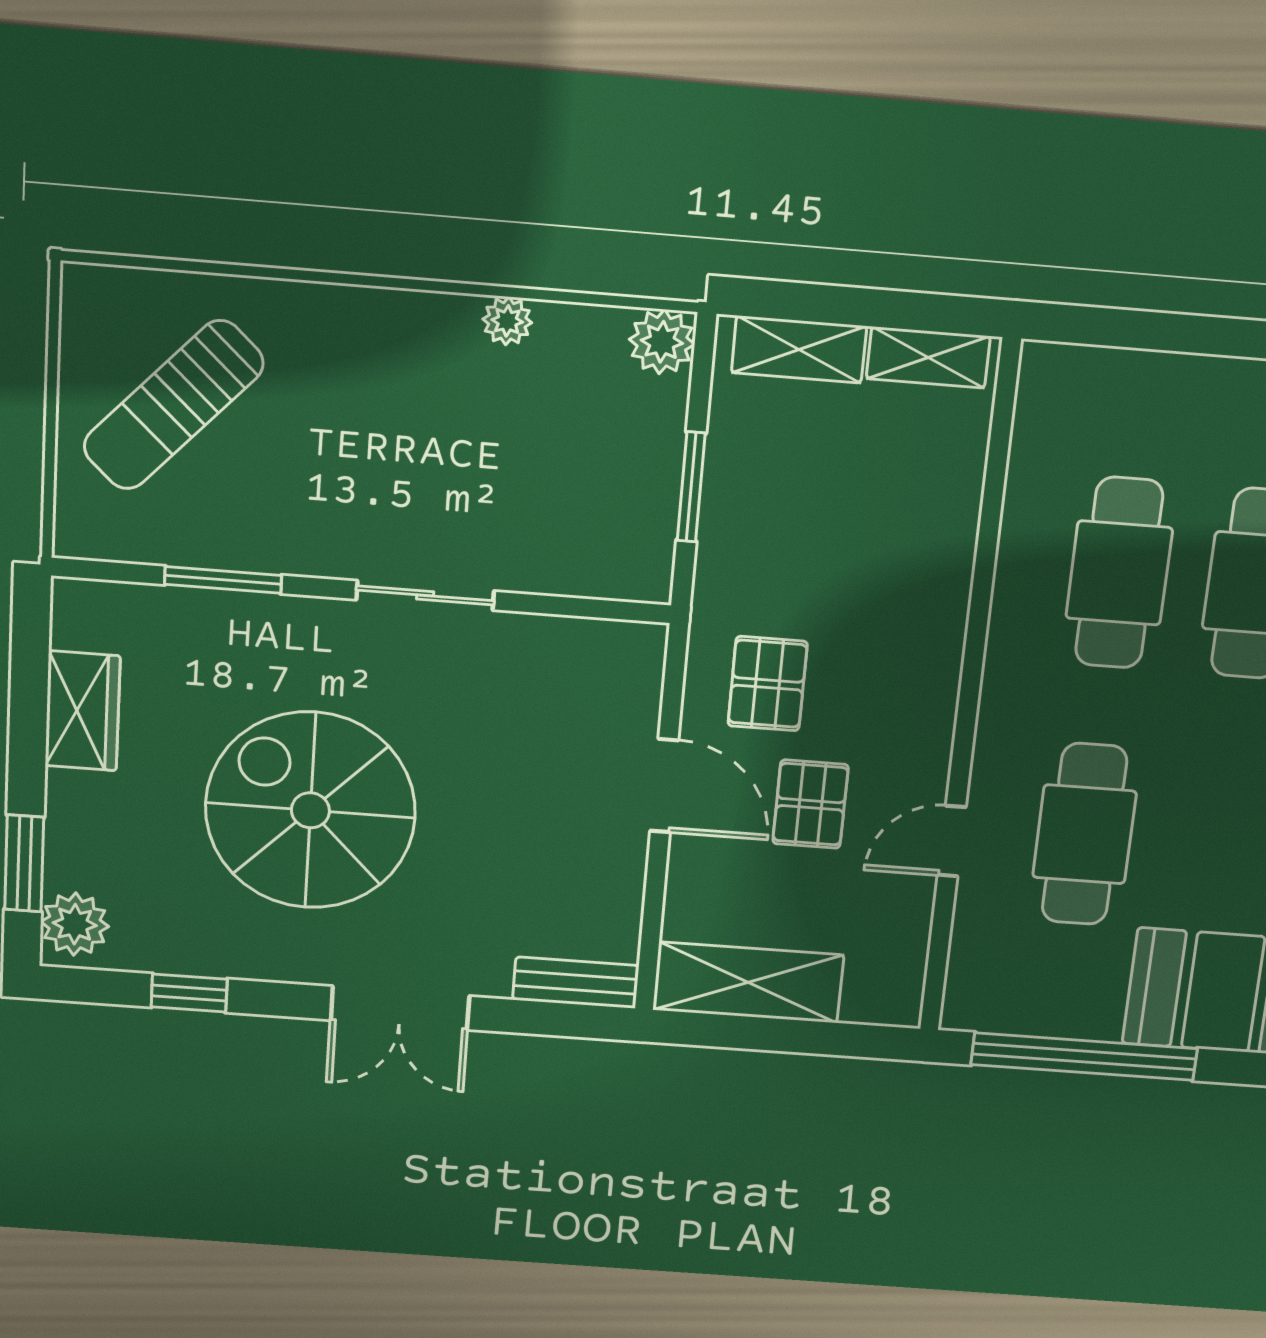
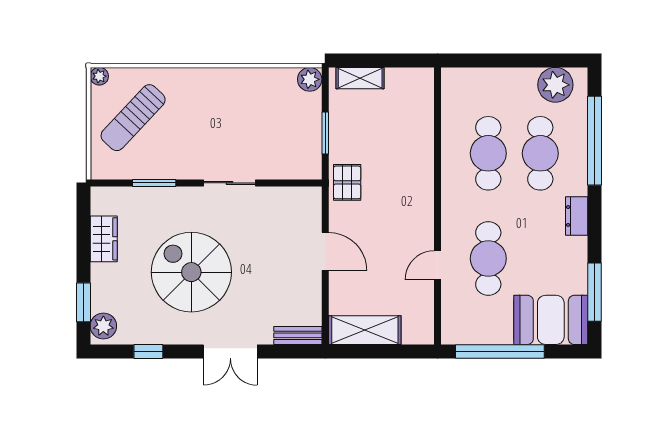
plant: (507, 321) -> (99, 76), moved
shelving: (928, 357) -> (408, 77), removed
pallet: (768, 684) -> (347, 182), moved
pallet: (810, 804) -> (382, 255), removed

